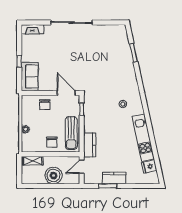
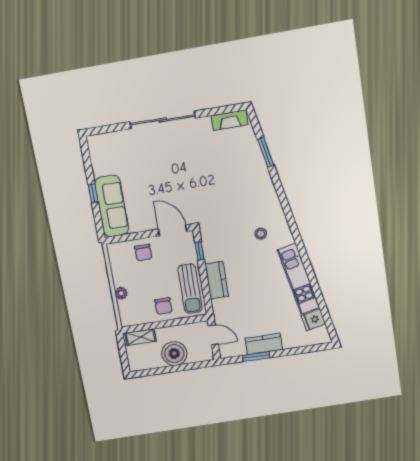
fireplace: (32, 29) -> (230, 120), moved
sofa: (30, 76) -> (112, 206), width x1.36
kitchen counter: (90, 145) -> (217, 280), moved
door: (82, 167) -> (213, 335), swing flipped

